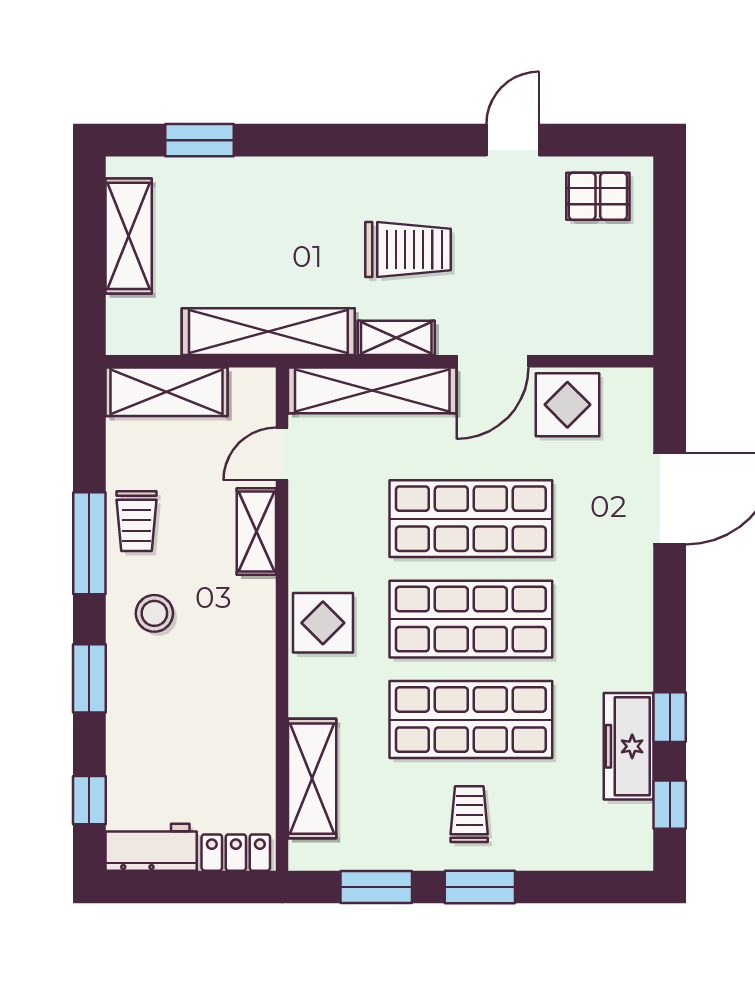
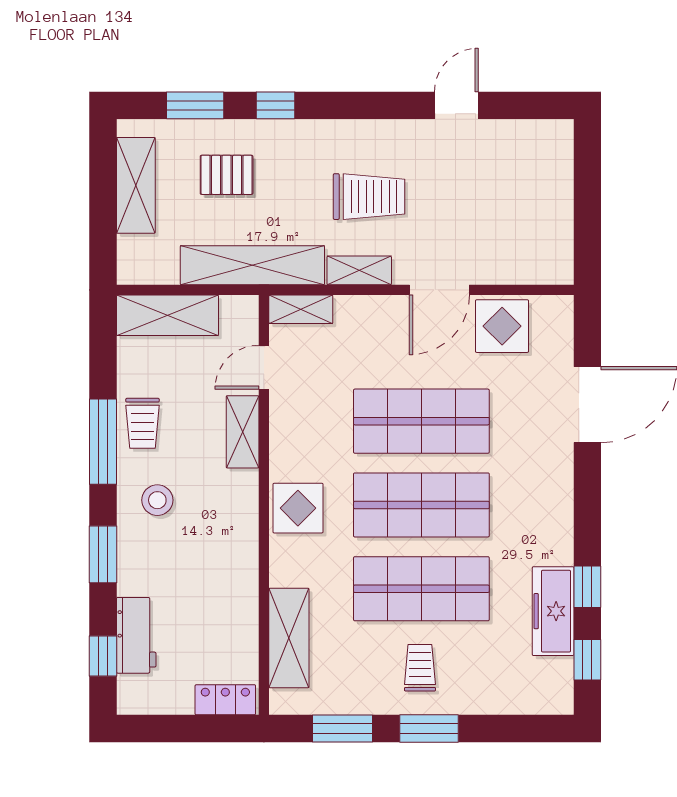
window: (296, 140) -> (275, 105), added
pallet: (598, 196) -> (227, 175), moved
shelving: (372, 390) -> (301, 309), width x0.45, depth x0.75
workbench: (151, 847) -> (136, 635), moved, turned 90

